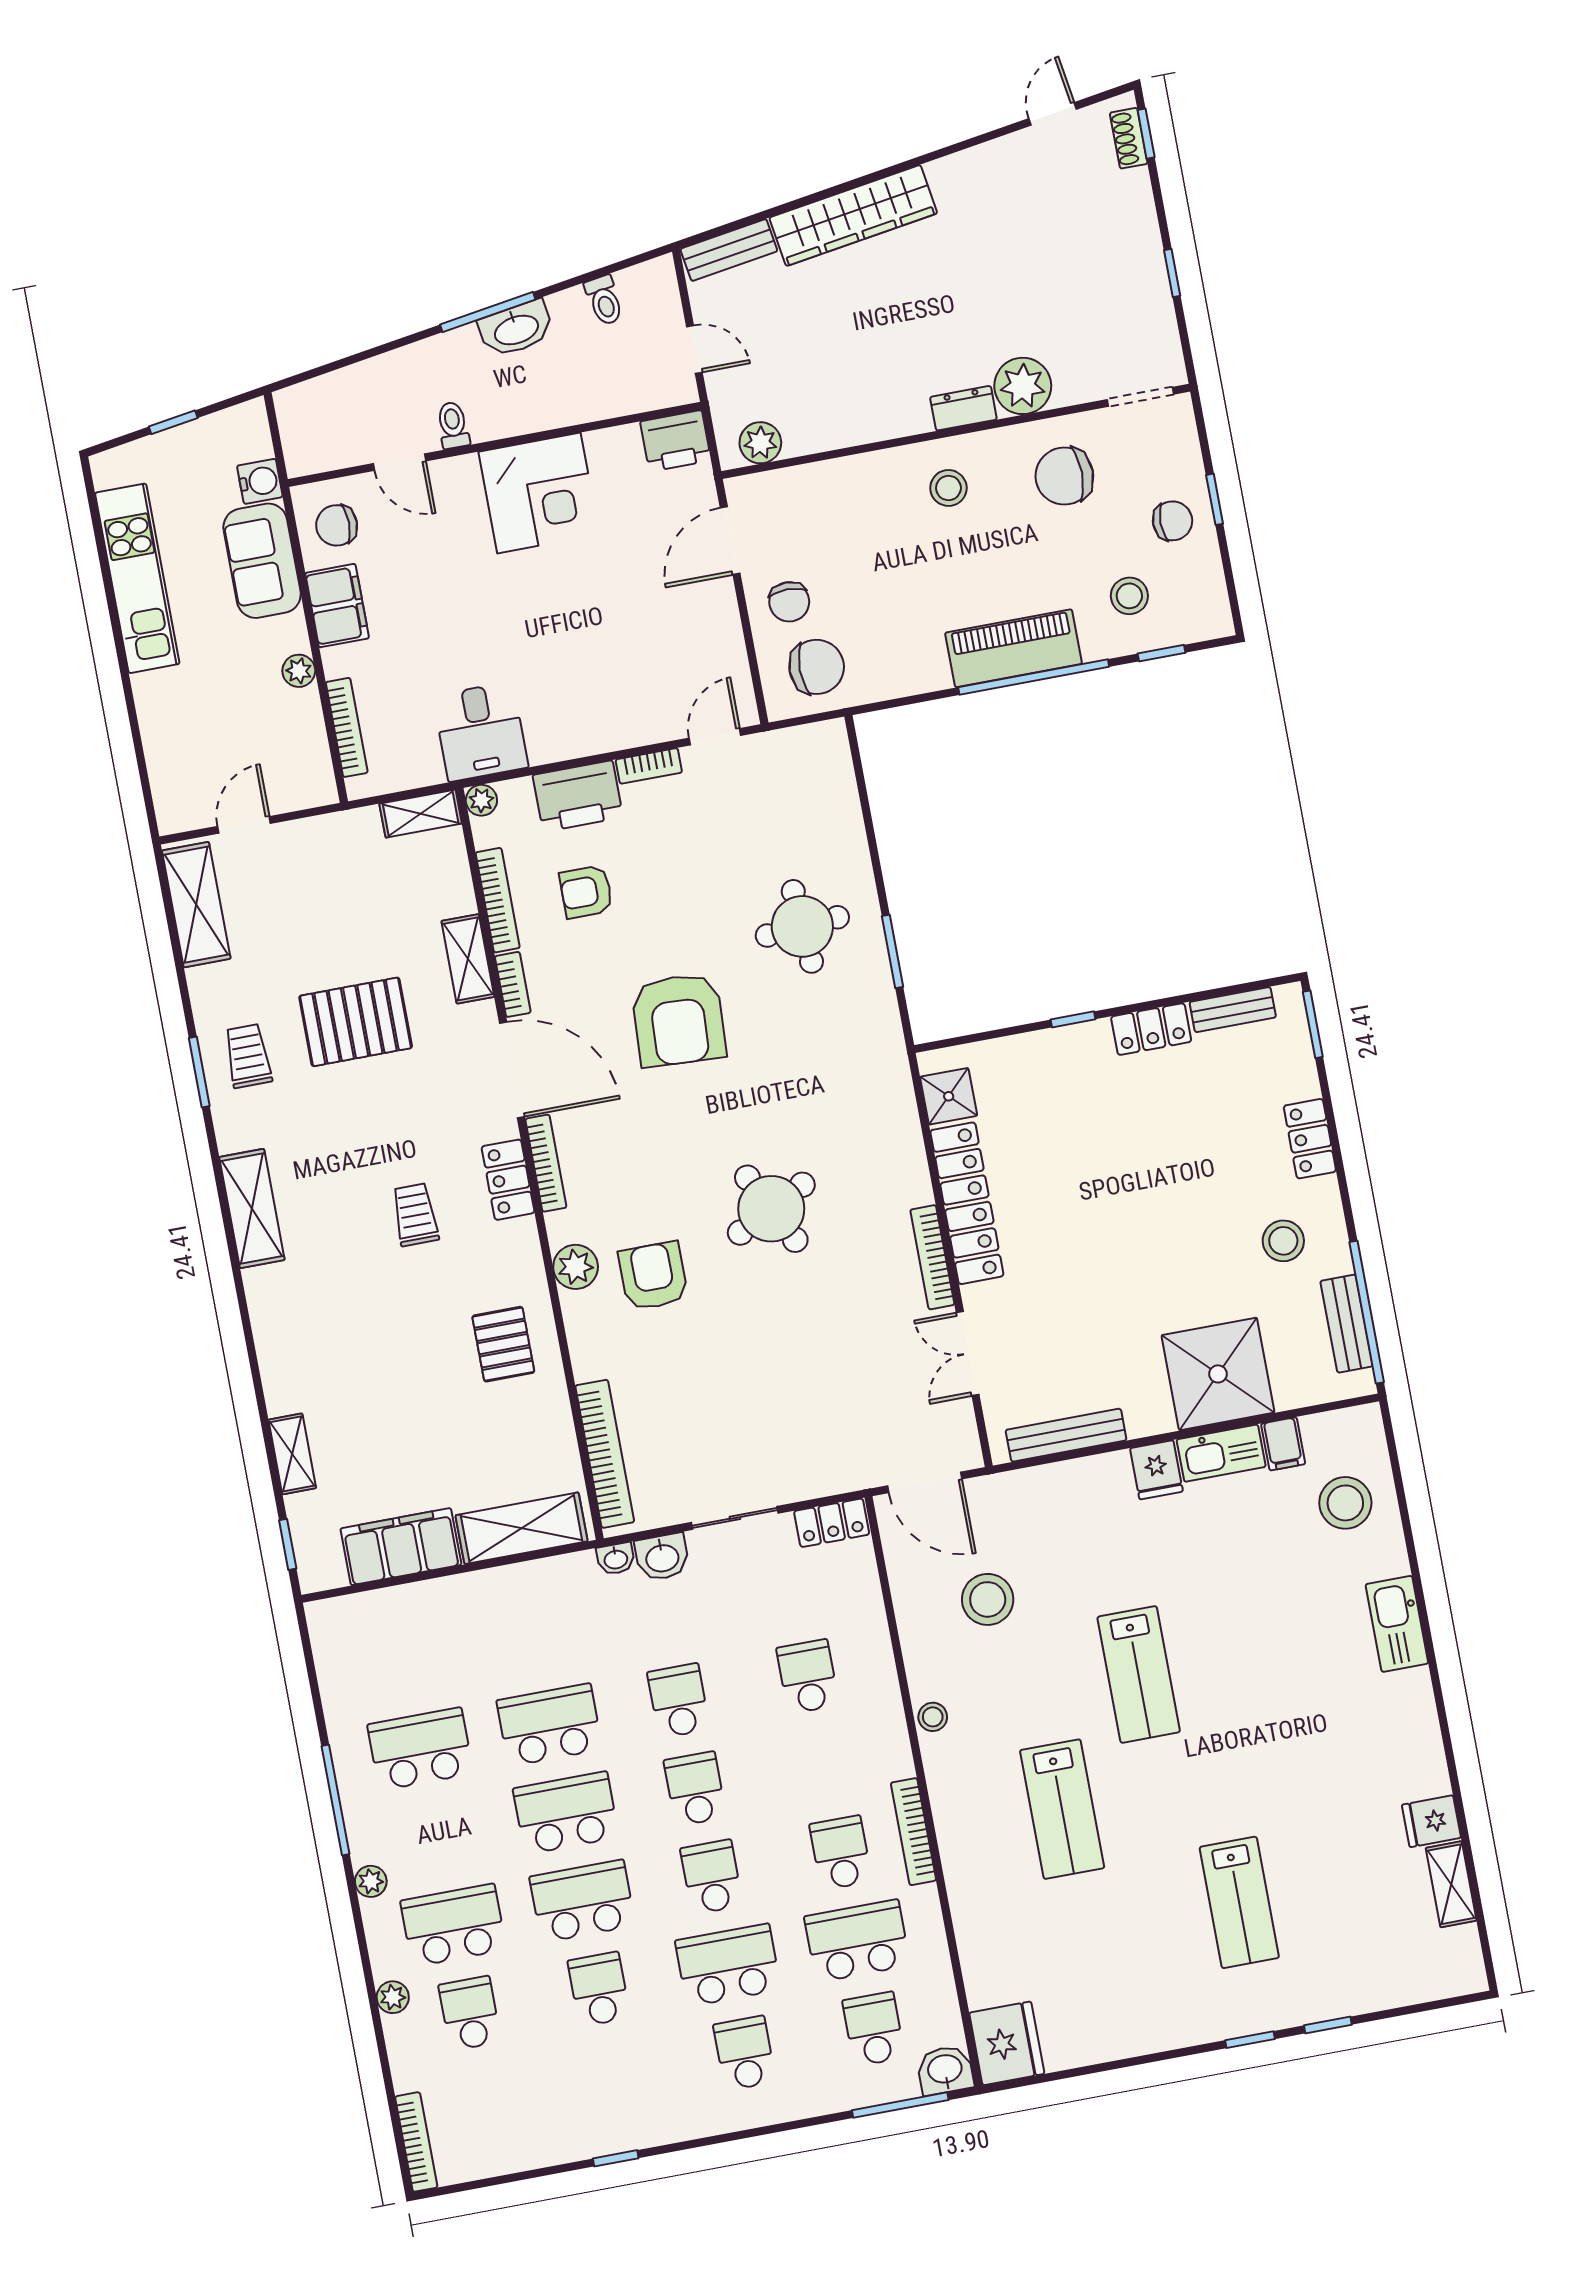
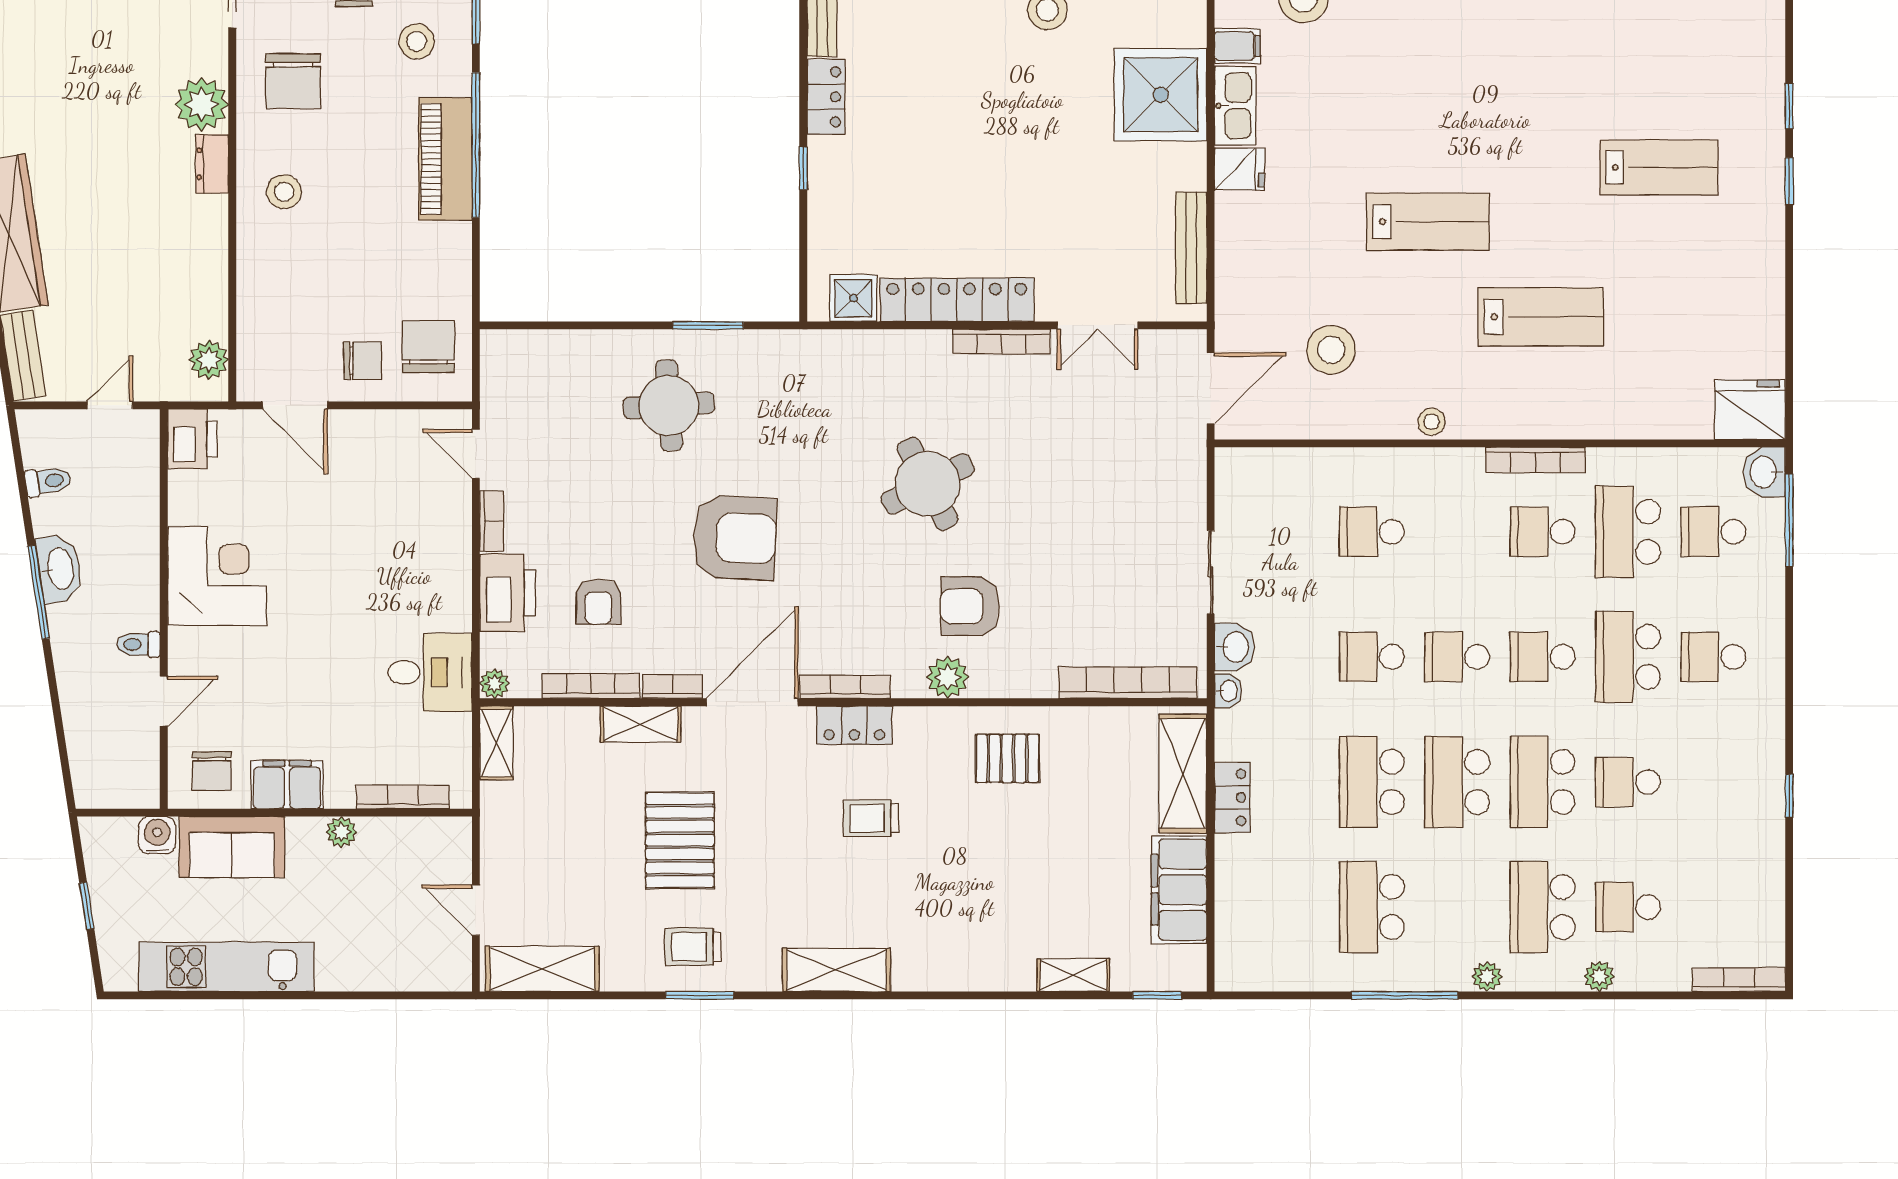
locker: (832, 1523) -> (1232, 797), moved

